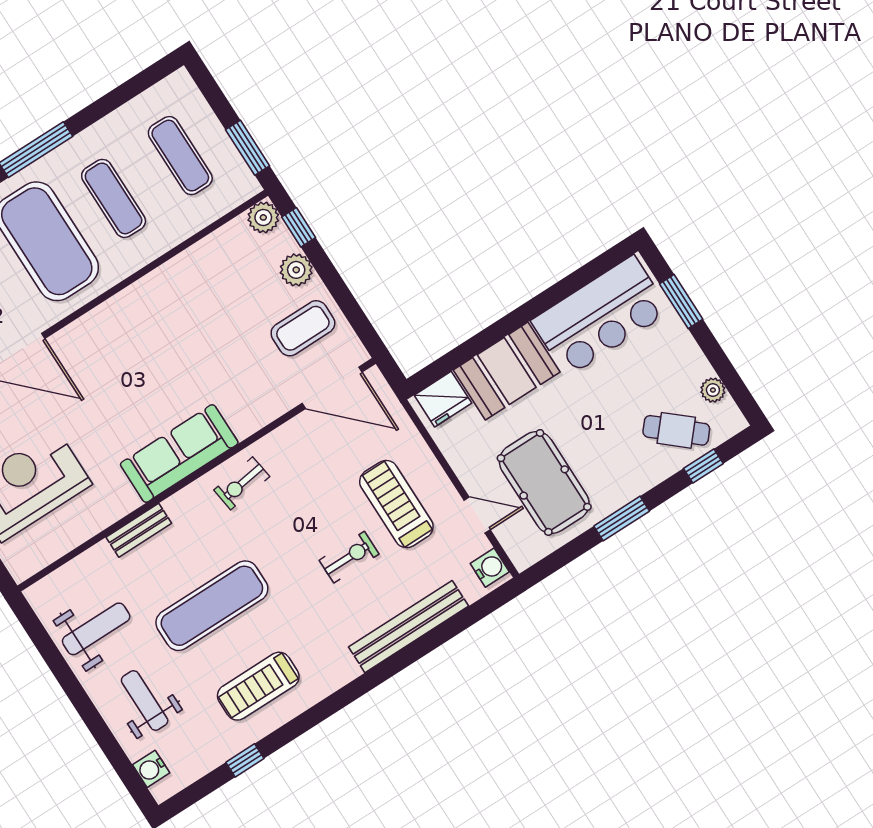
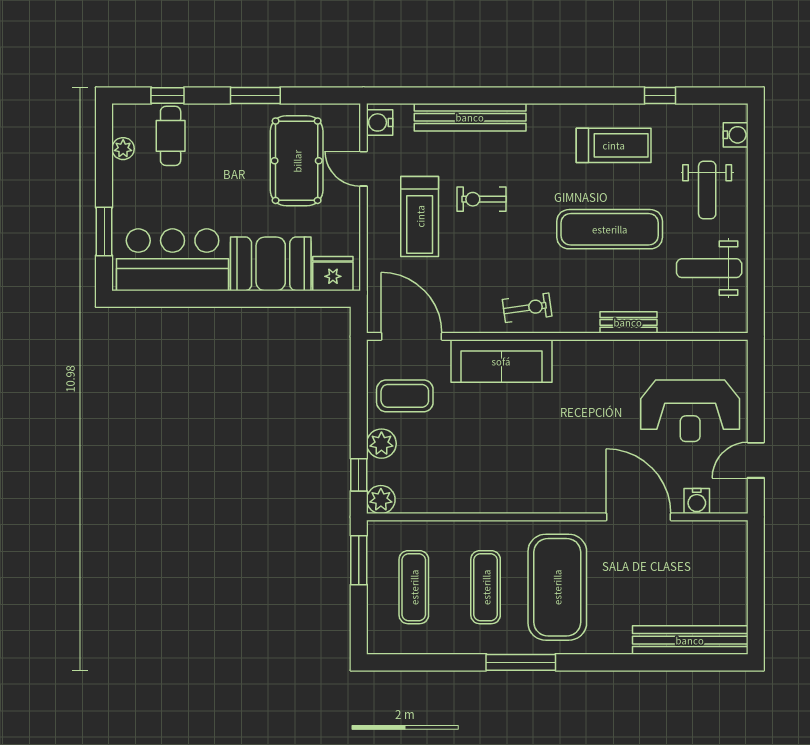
cafe table: (676, 430) -> (171, 136), turned 49
sofa: (179, 453) -> (501, 361), moved

